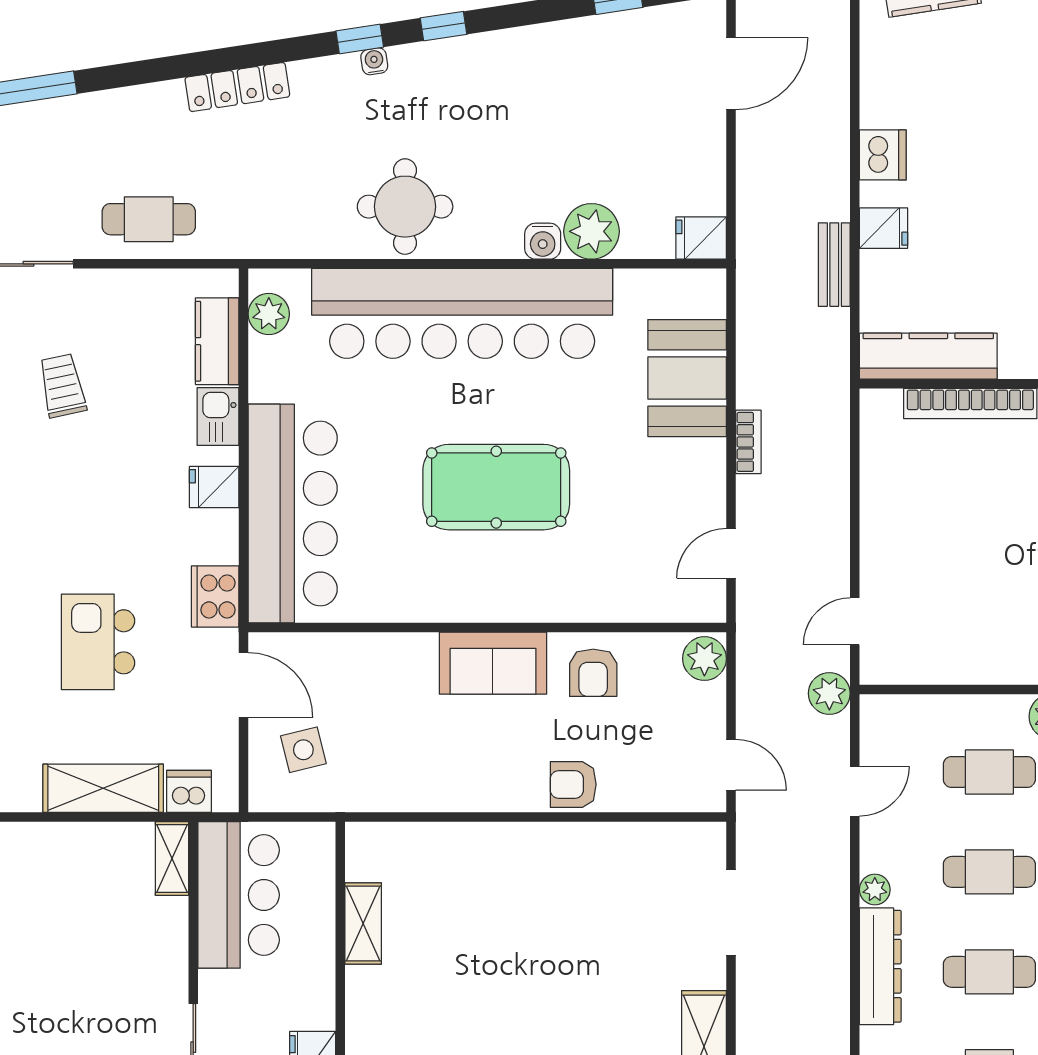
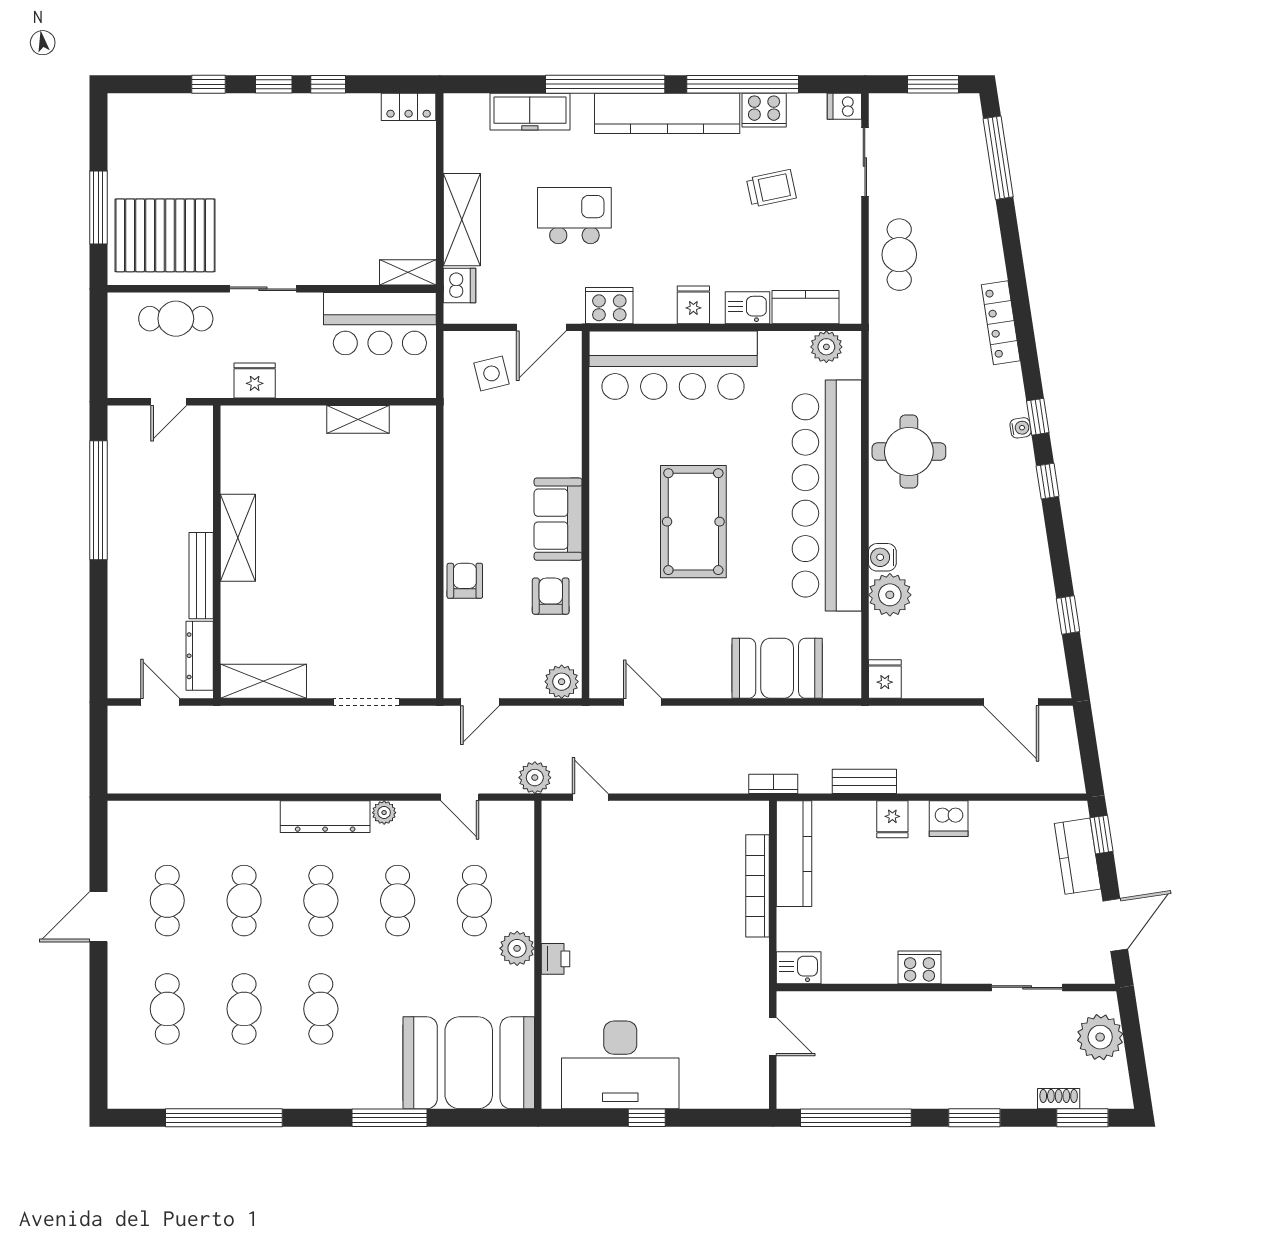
bookcase: (748, 442) -> (773, 784), moved, turned 180
armchair: (593, 673) -> (551, 596), turned 90

